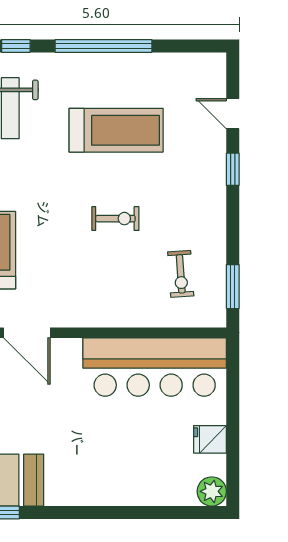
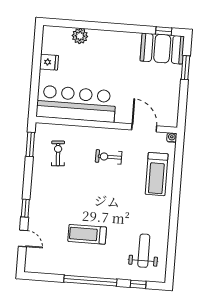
treadmill: (116, 130) -> (87, 234), width x0.73, depth x0.73
exercise bike: (115, 219) -> (109, 157), moved
plant: (212, 491) -> (80, 36), moved

